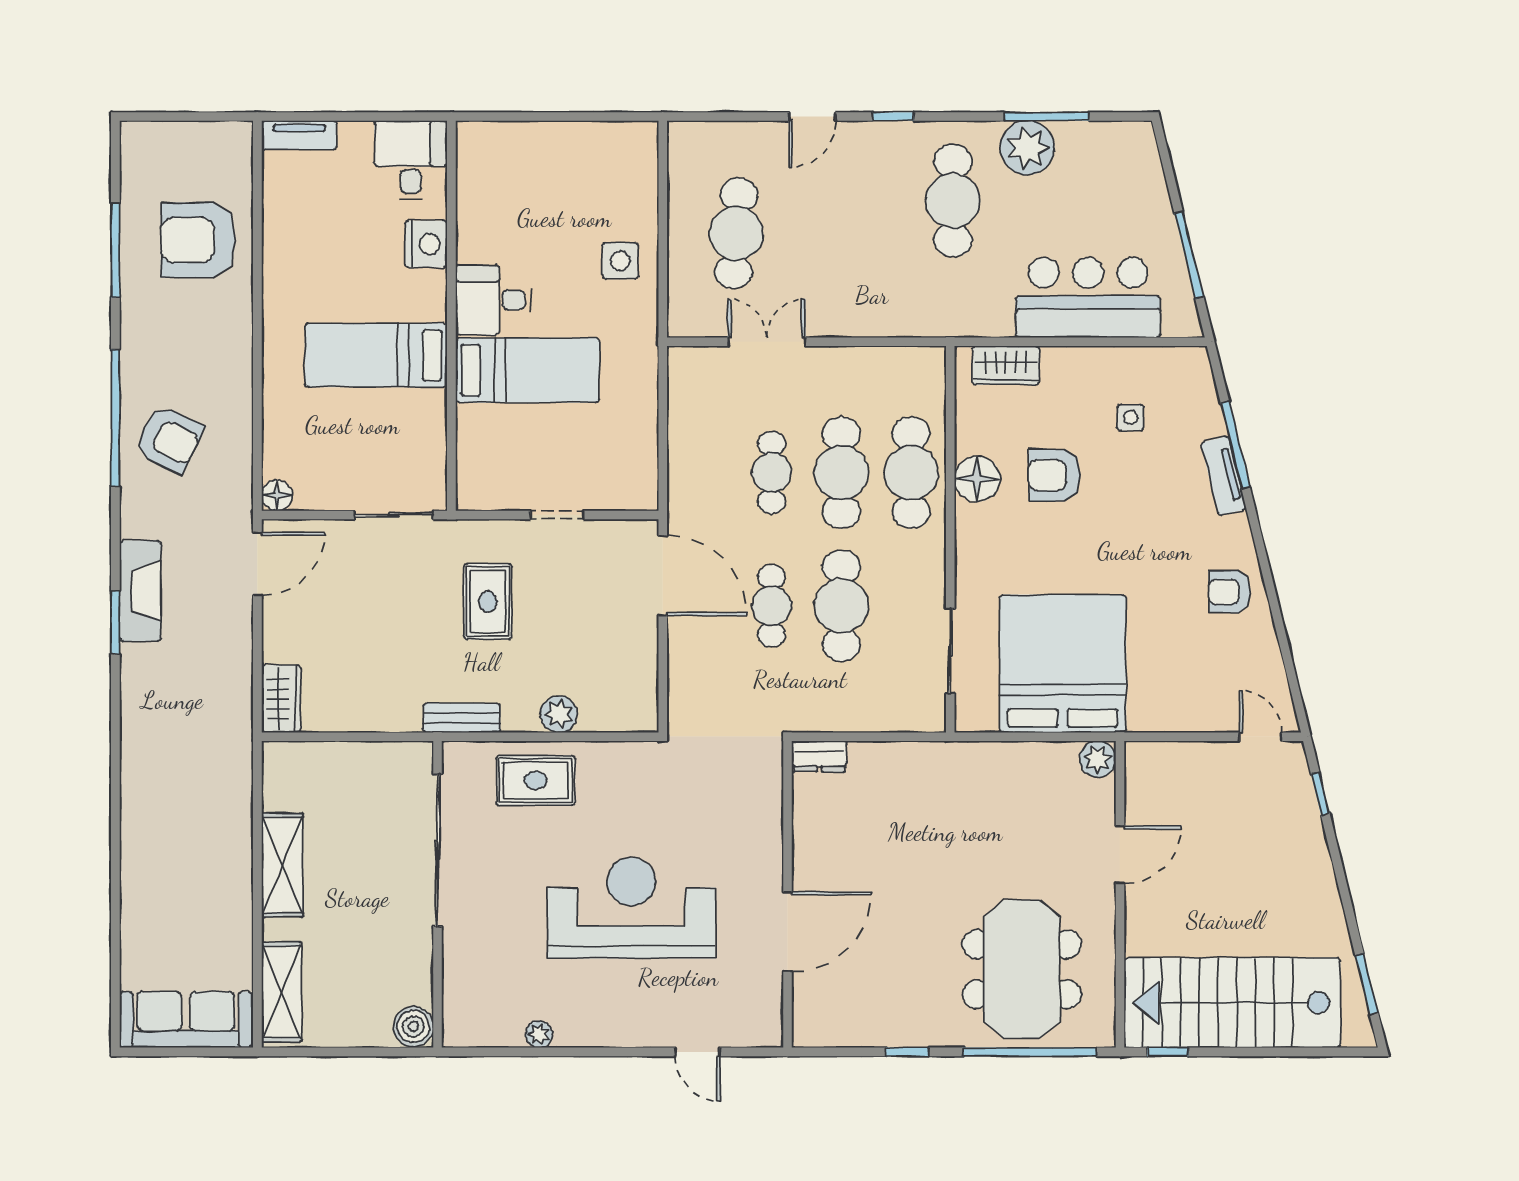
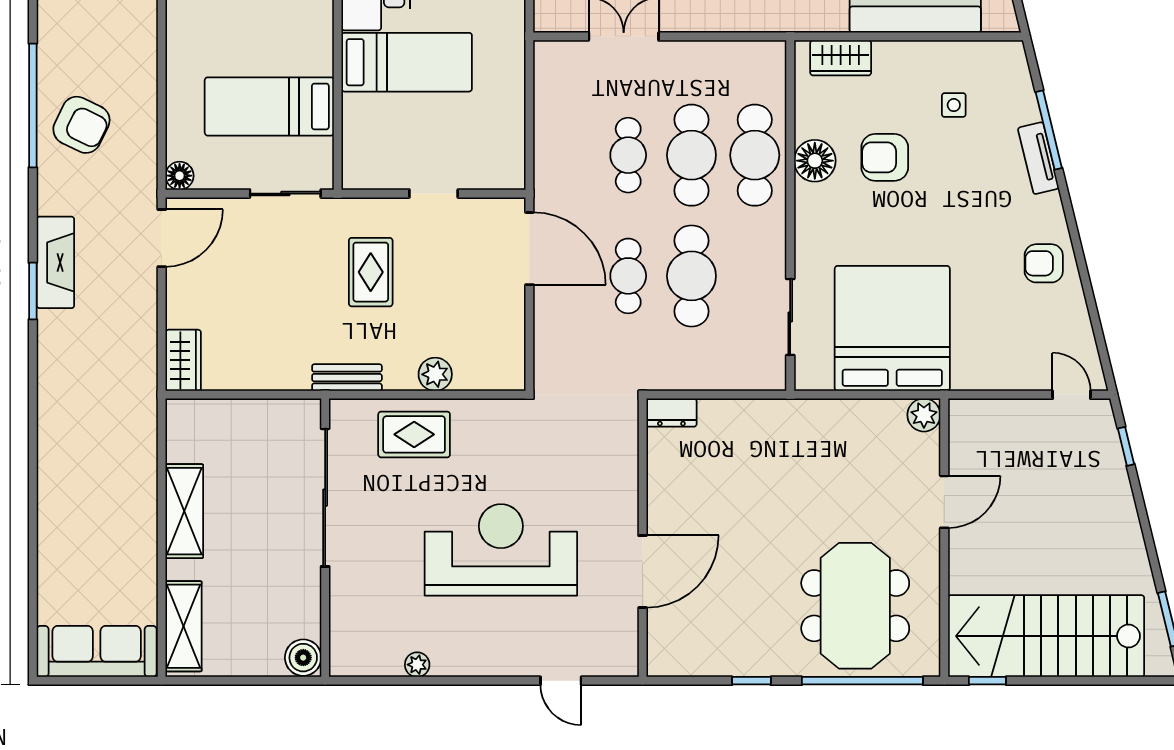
bed: (376, 355) -> (269, 106), moved

